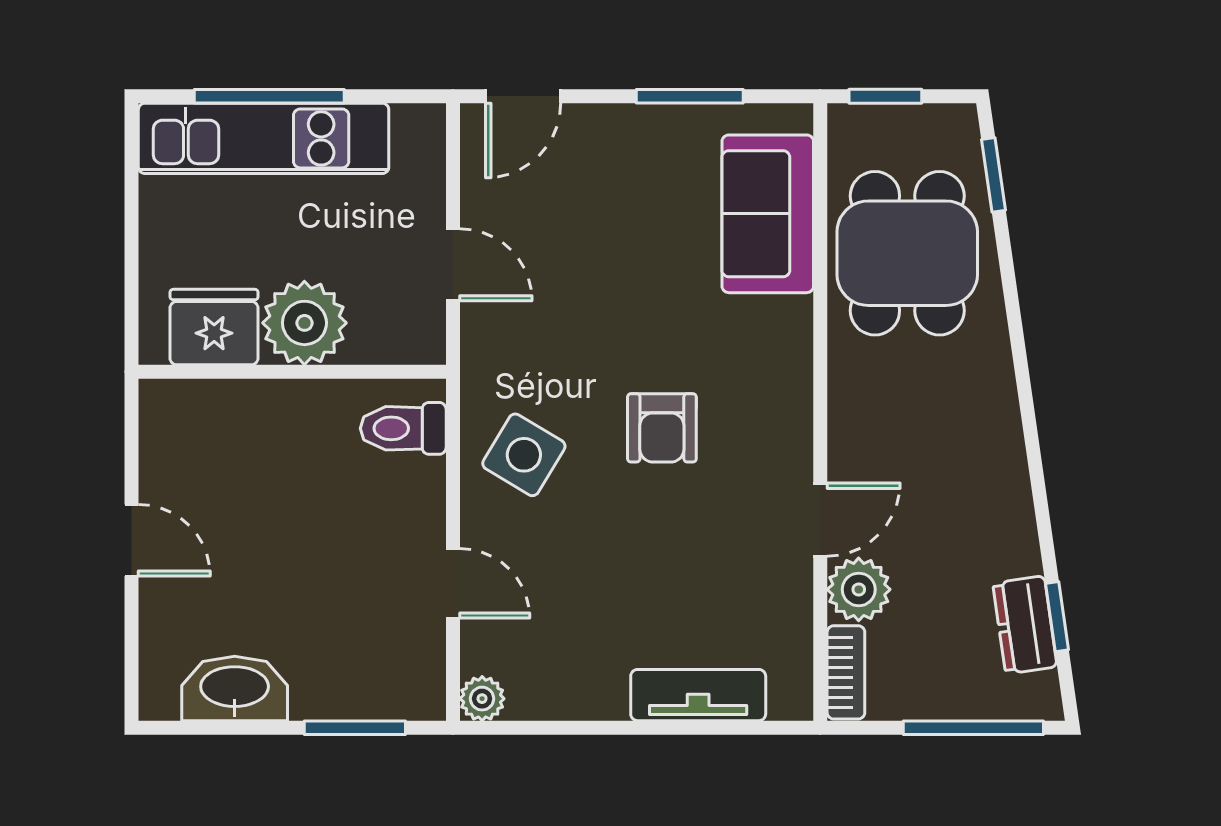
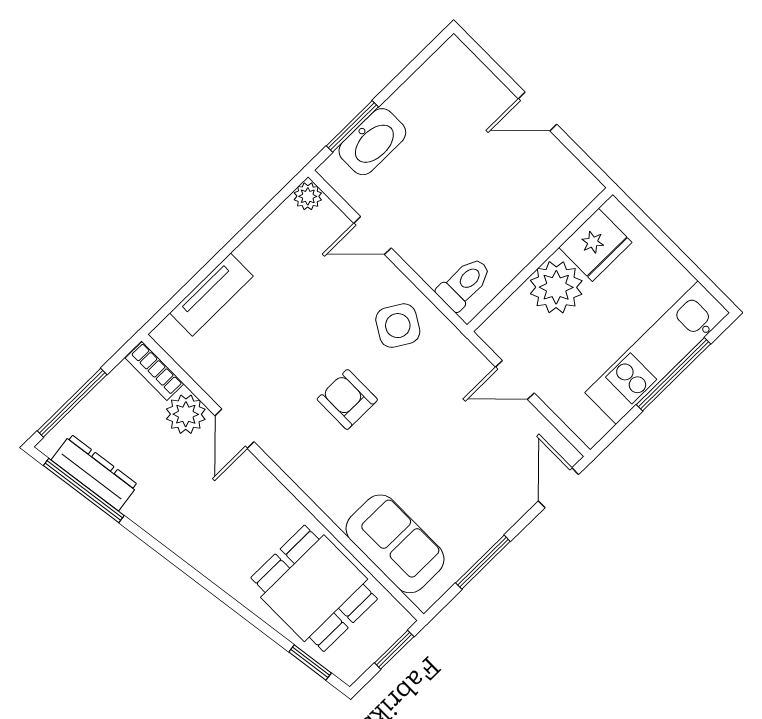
window: (1057, 617) -> (84, 490), width x2.17
dresser: (1025, 625) -> (95, 472), width x1.44
washbasin: (235, 689) -> (372, 142), moved

